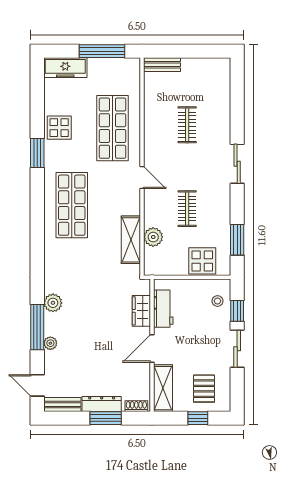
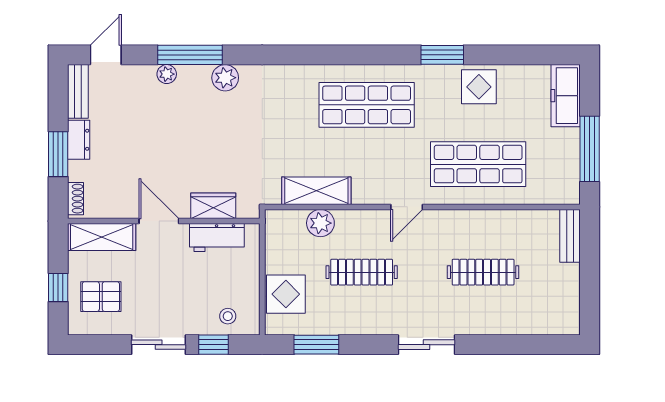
clothes rail: (187, 125) -> (483, 272), width x1.36
clothes rail: (187, 209) -> (362, 272), width x1.36
dresser: (102, 404) -> (79, 140), width x0.70

